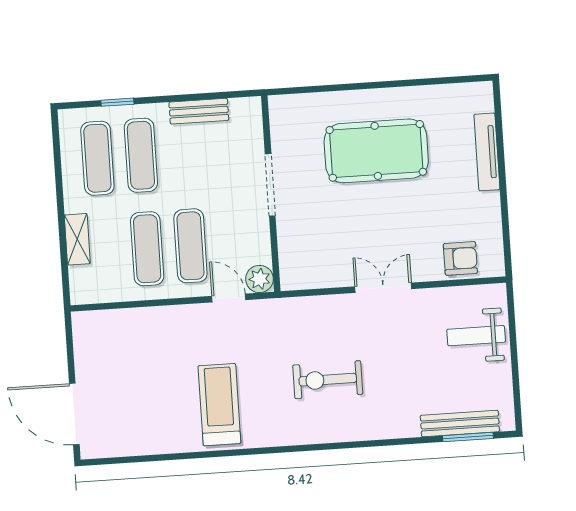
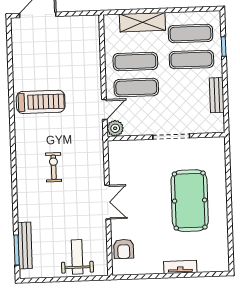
tv unit: (487, 152) -> (180, 267), width x0.71
shelving: (77, 239) -> (142, 22), width x1.50, depth x1.33
exercise bike: (328, 380) -> (54, 167), width x0.73, depth x0.72

